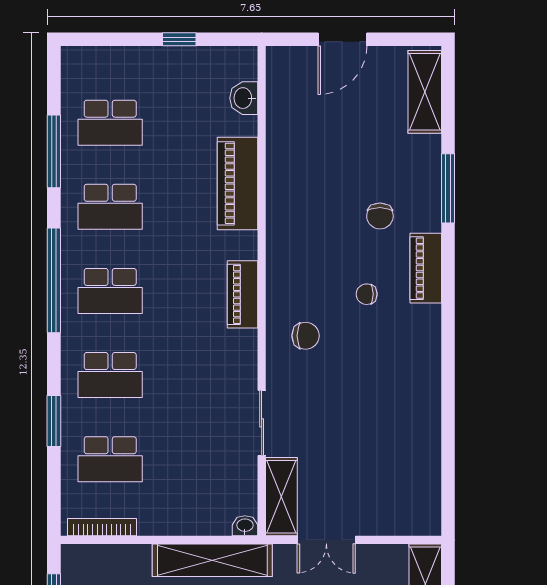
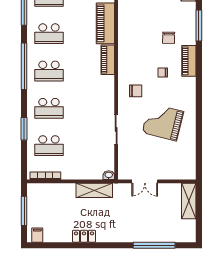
piano: (243, 294) -> (108, 60), moved
grand piano: (367, 406) -> (163, 122), added
shelving: (281, 497) -> (125, 162), removed
shelving: (212, 560) -> (94, 190), width x0.68

